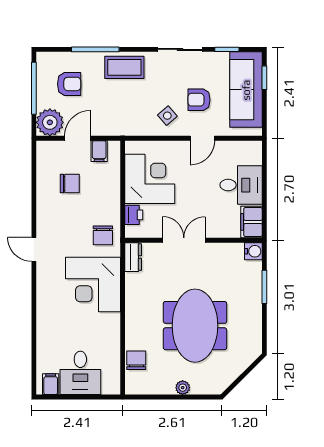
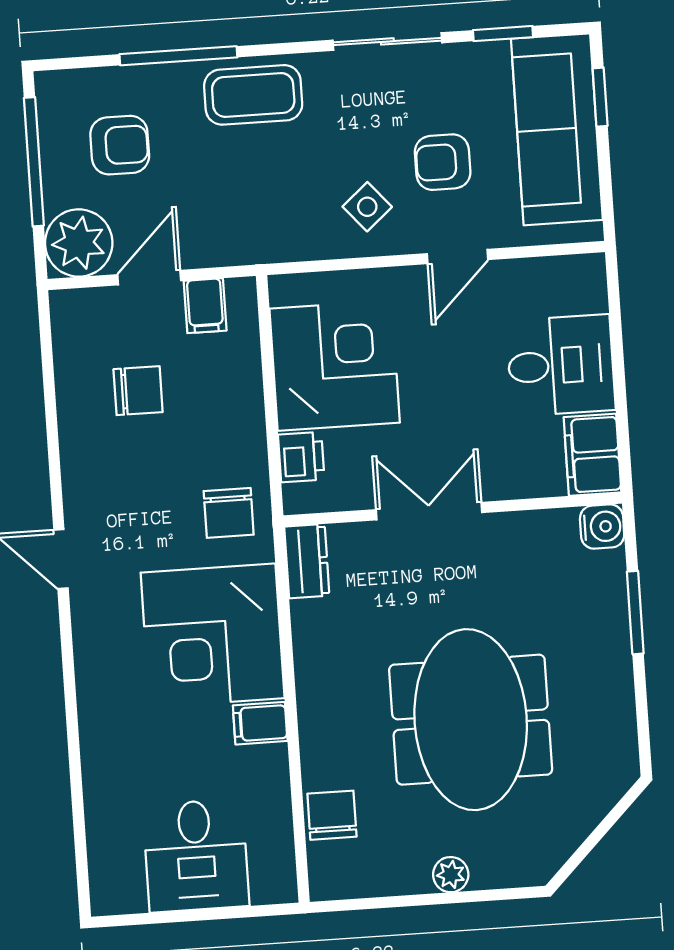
filing cabinet: (51, 384) -> (260, 723), moved, turned -90

